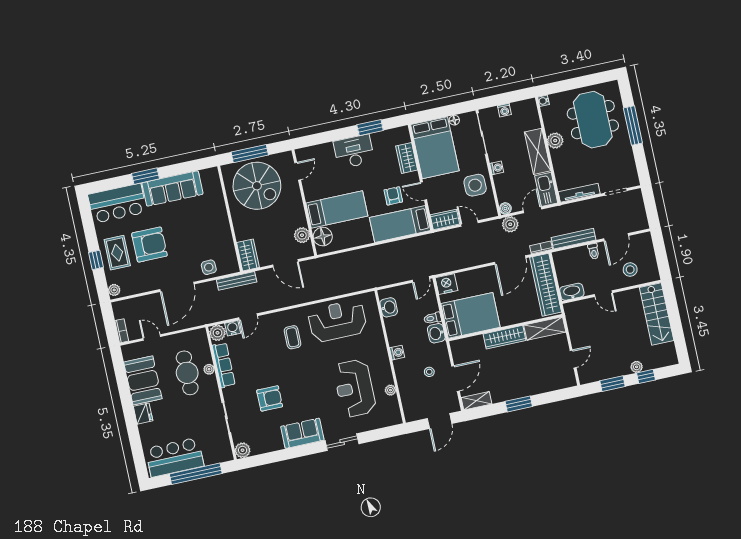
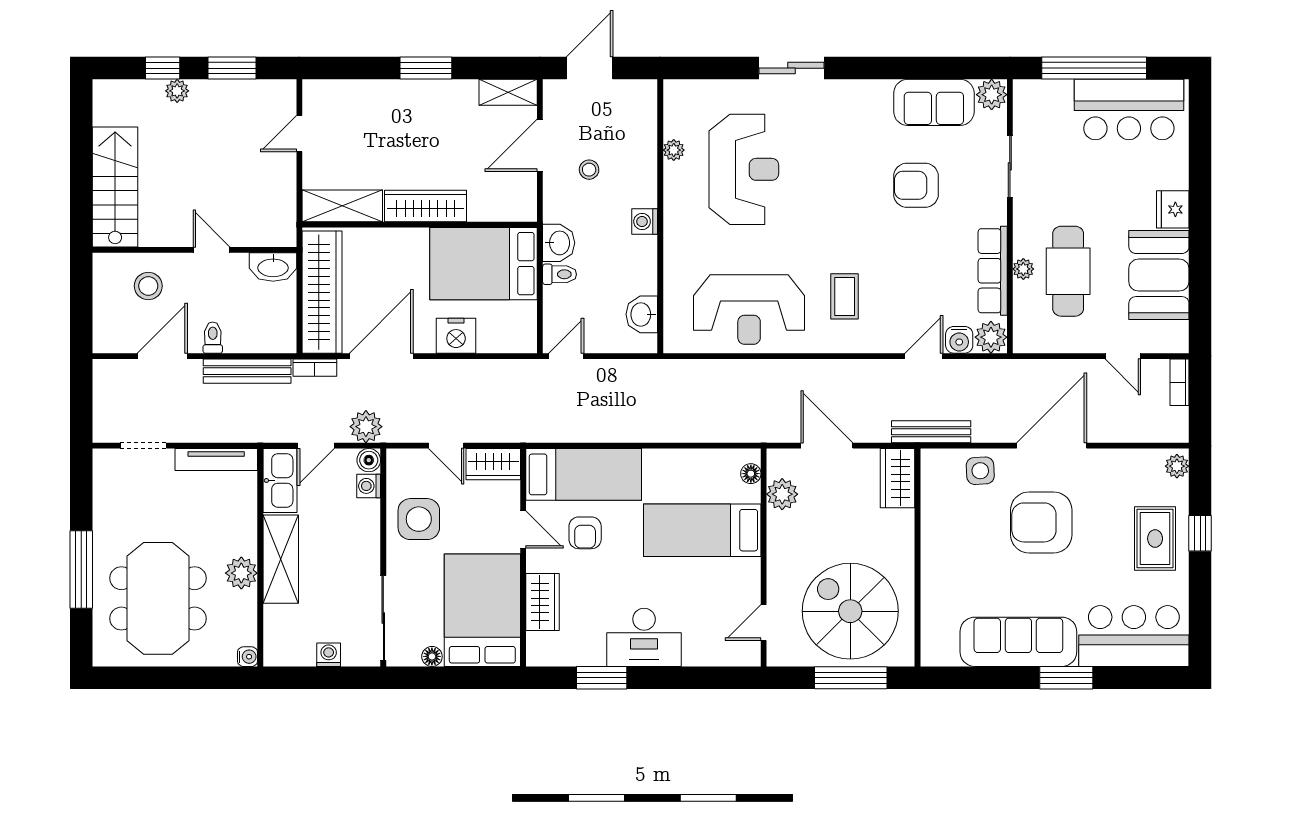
washing machine: (497, 168) -> (369, 486), moved
floor lamp: (323, 237) -> (751, 474), width x0.53, depth x0.53
armchair: (149, 245) -> (1041, 522), moved
nightstand: (446, 284) -> (456, 336), moved
sofa: (302, 433) -> (934, 102), moved

